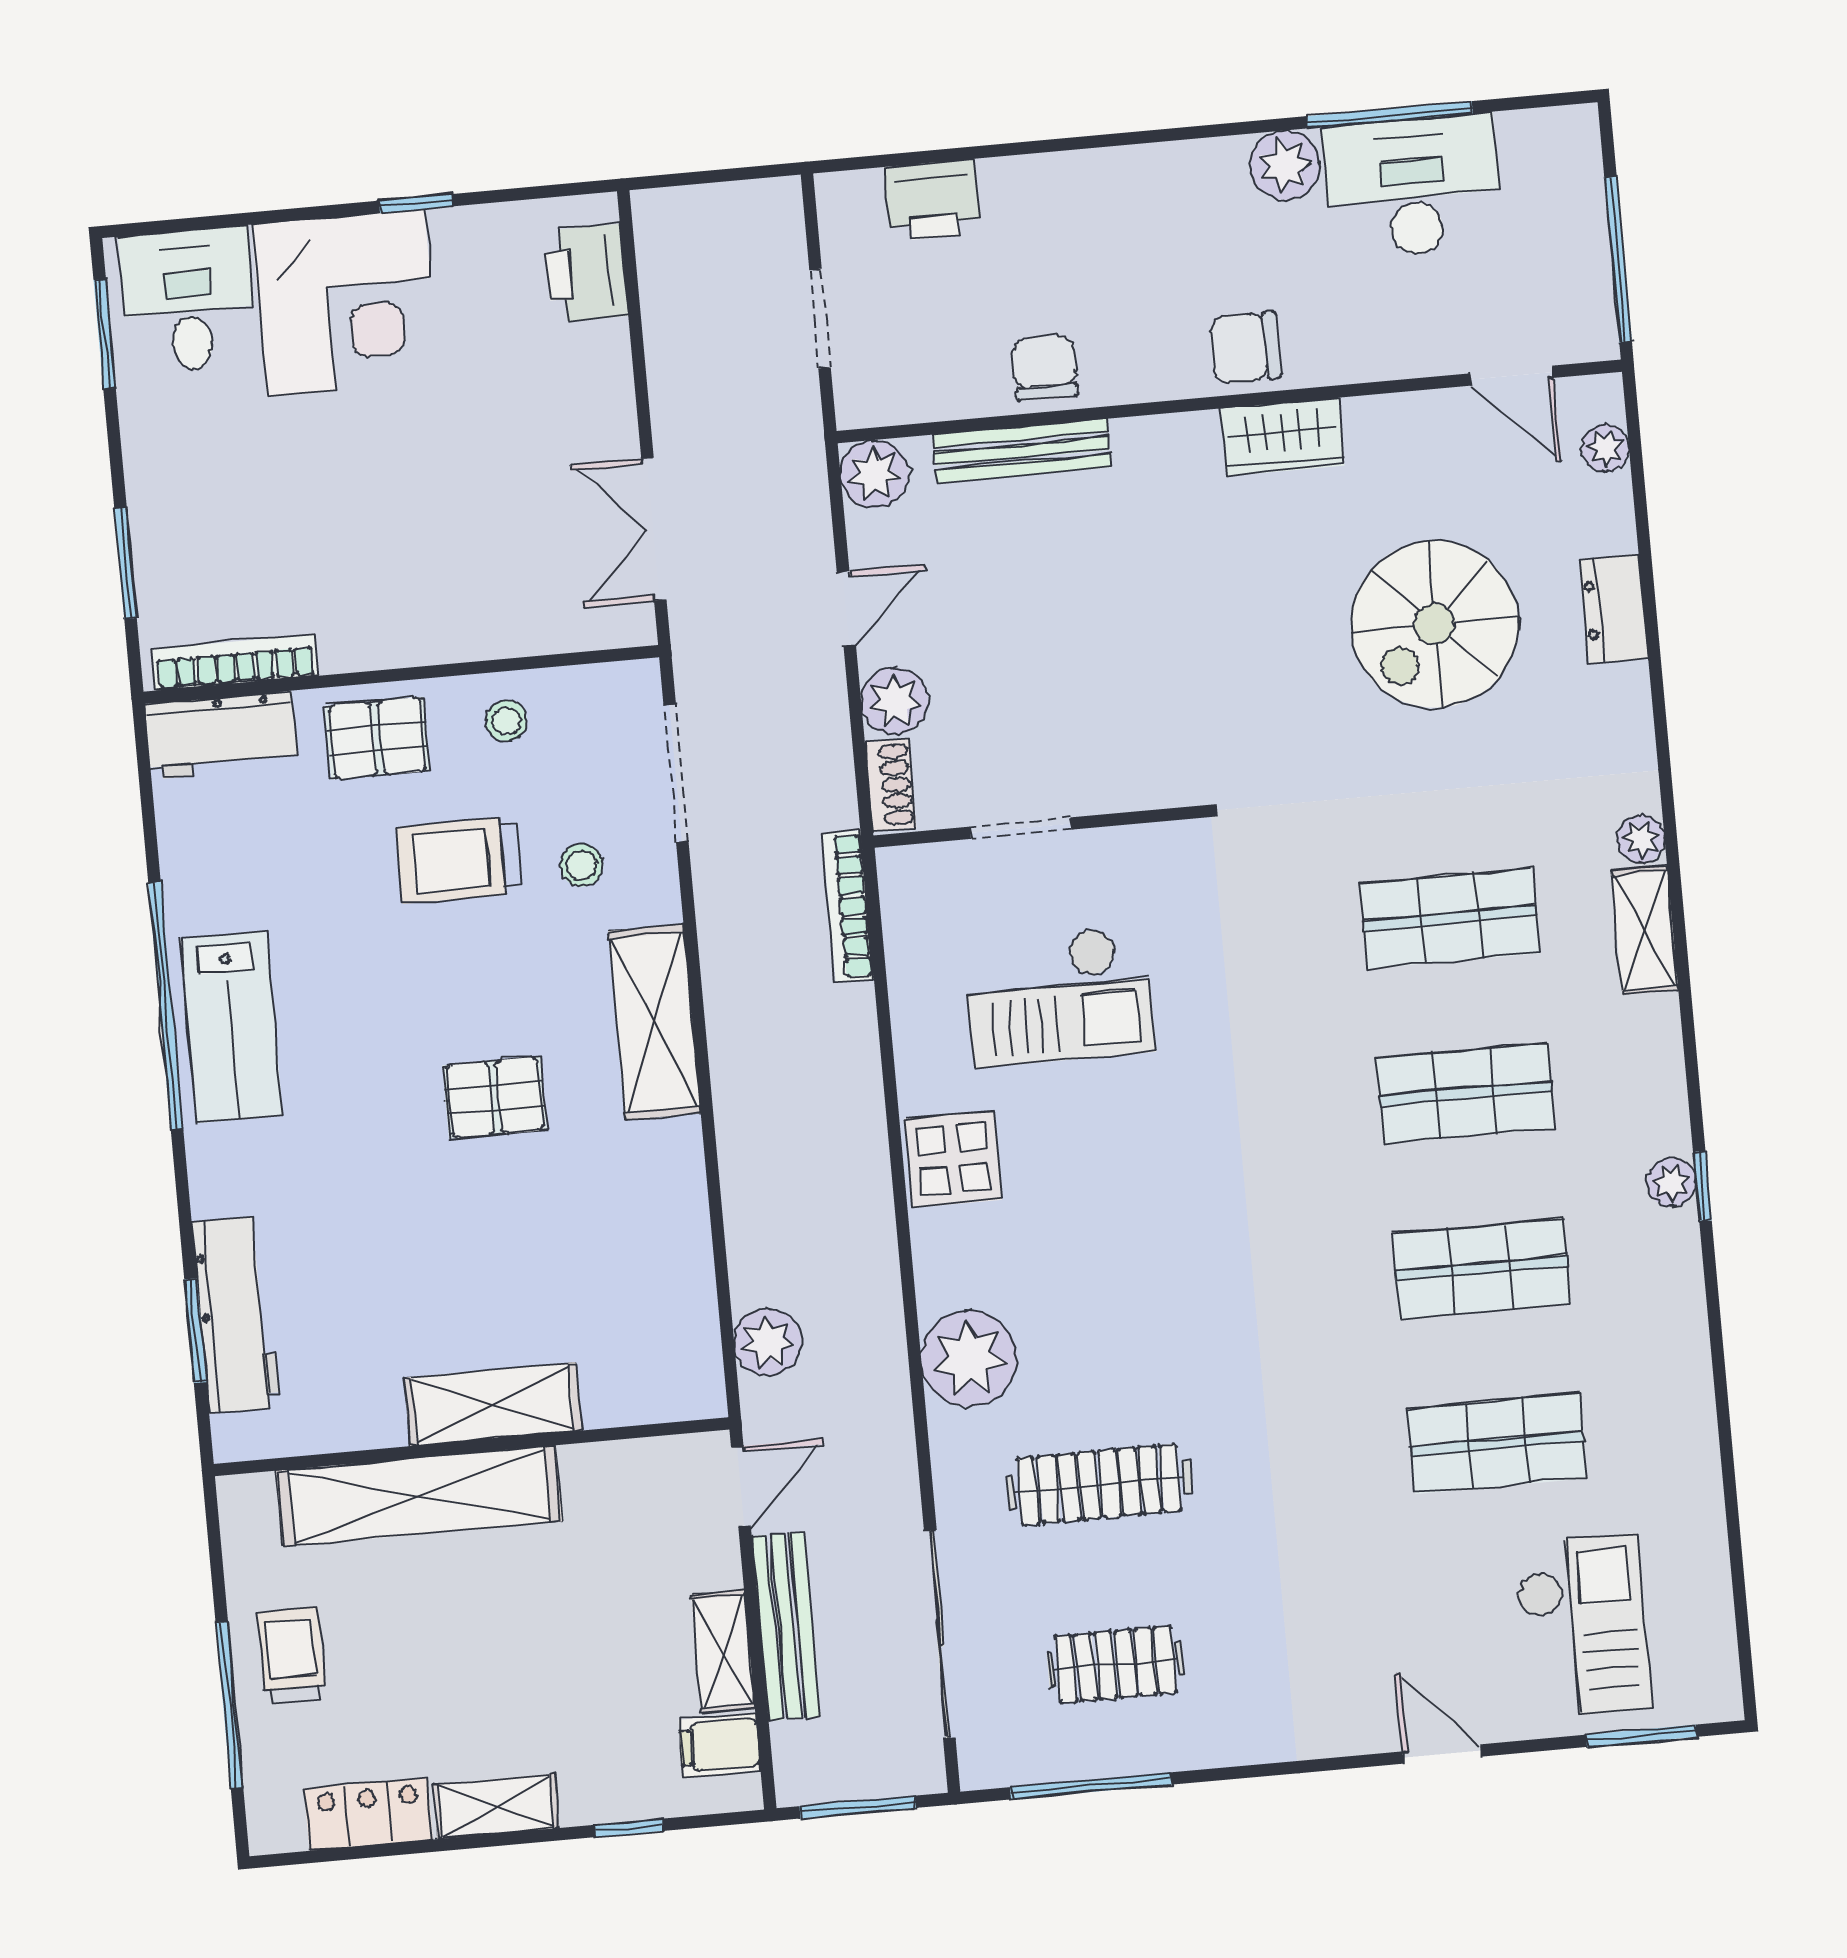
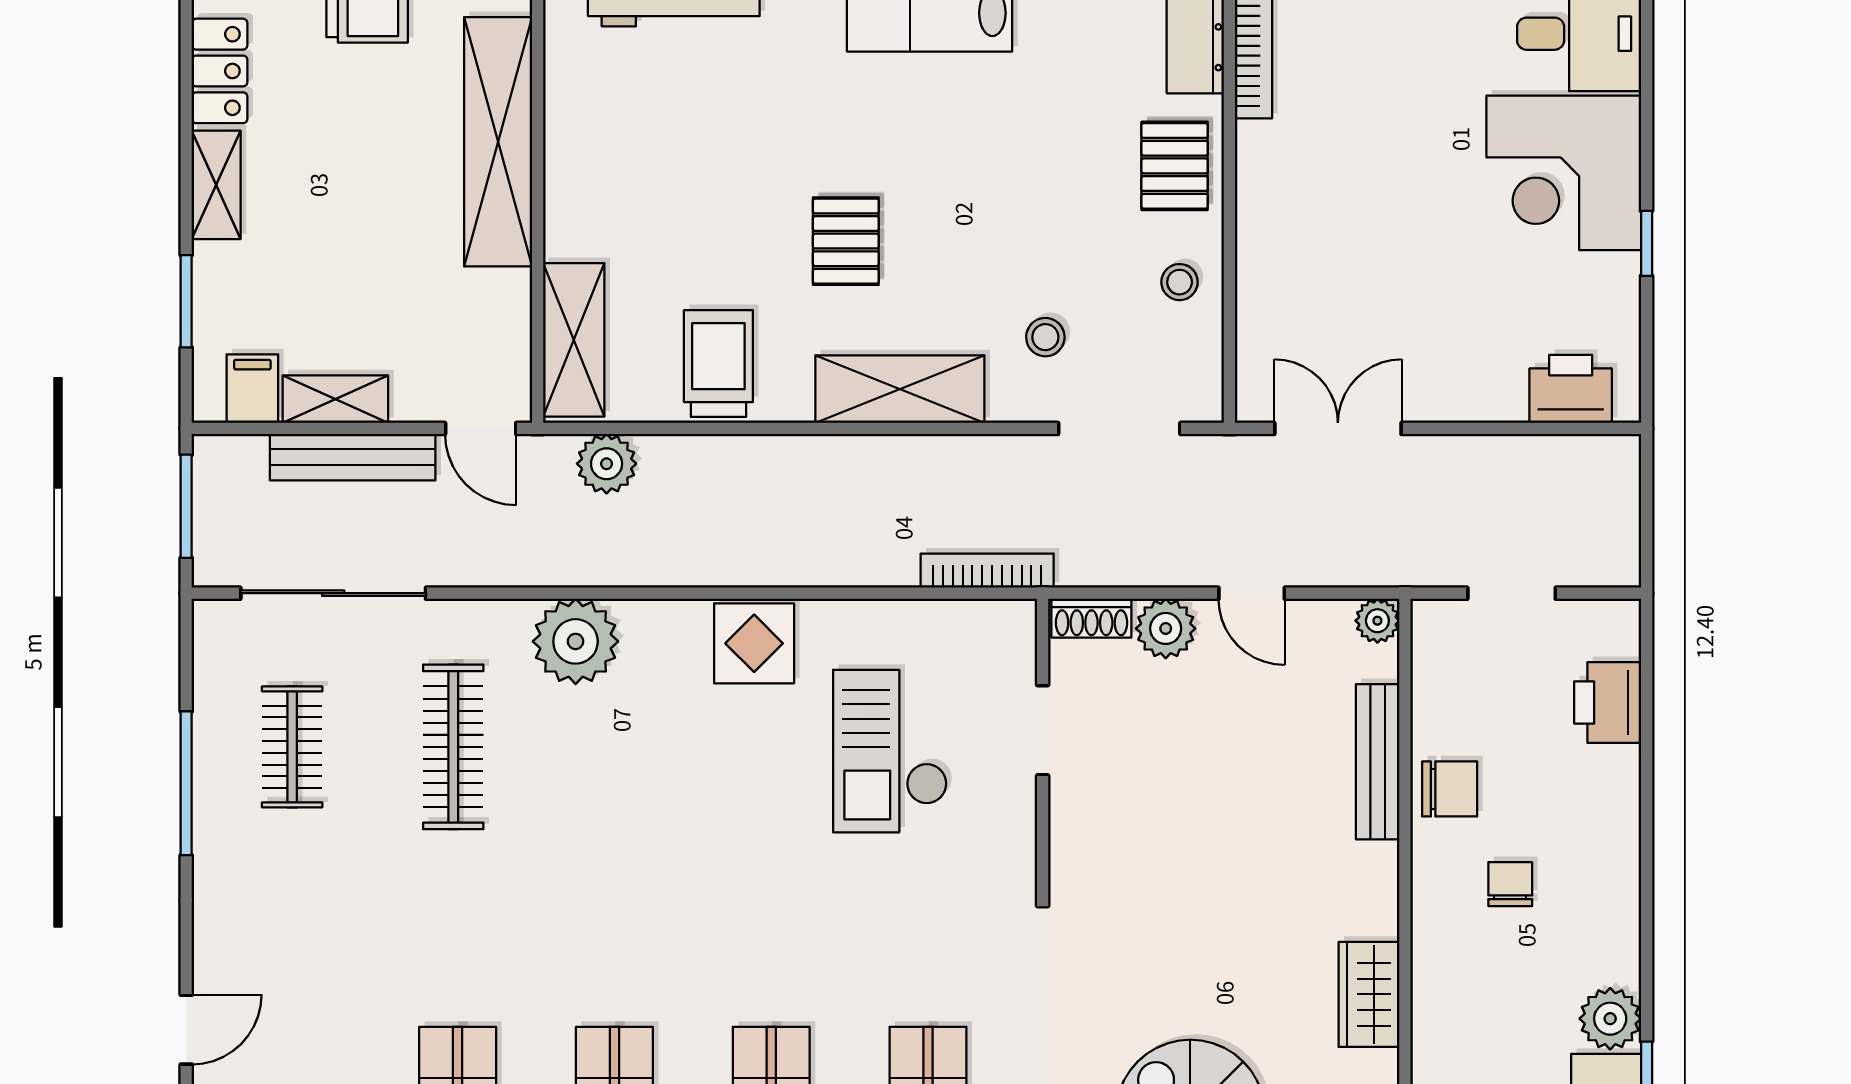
chair: (1245, 348) -> (1510, 884), moved, width x0.73, depth x0.73
plant: (875, 474) -> (1377, 621), width x0.73, depth x0.73
trolley: (459, 860) -> (718, 364), moved
shelving: (493, 1404) -> (574, 340), moved
window: (1091, 1786) -> (186, 783), moved
window: (629, 1828) -> (186, 301), width x1.50

